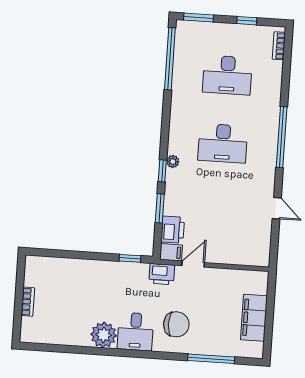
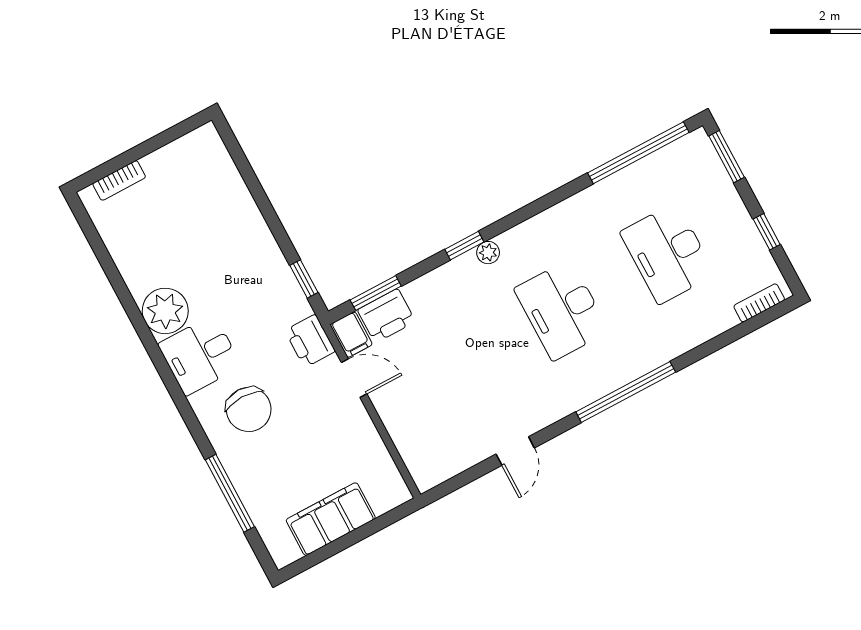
window: (160, 208) -> (376, 293), moved
bookcase: (28, 302) -> (119, 180), moved

